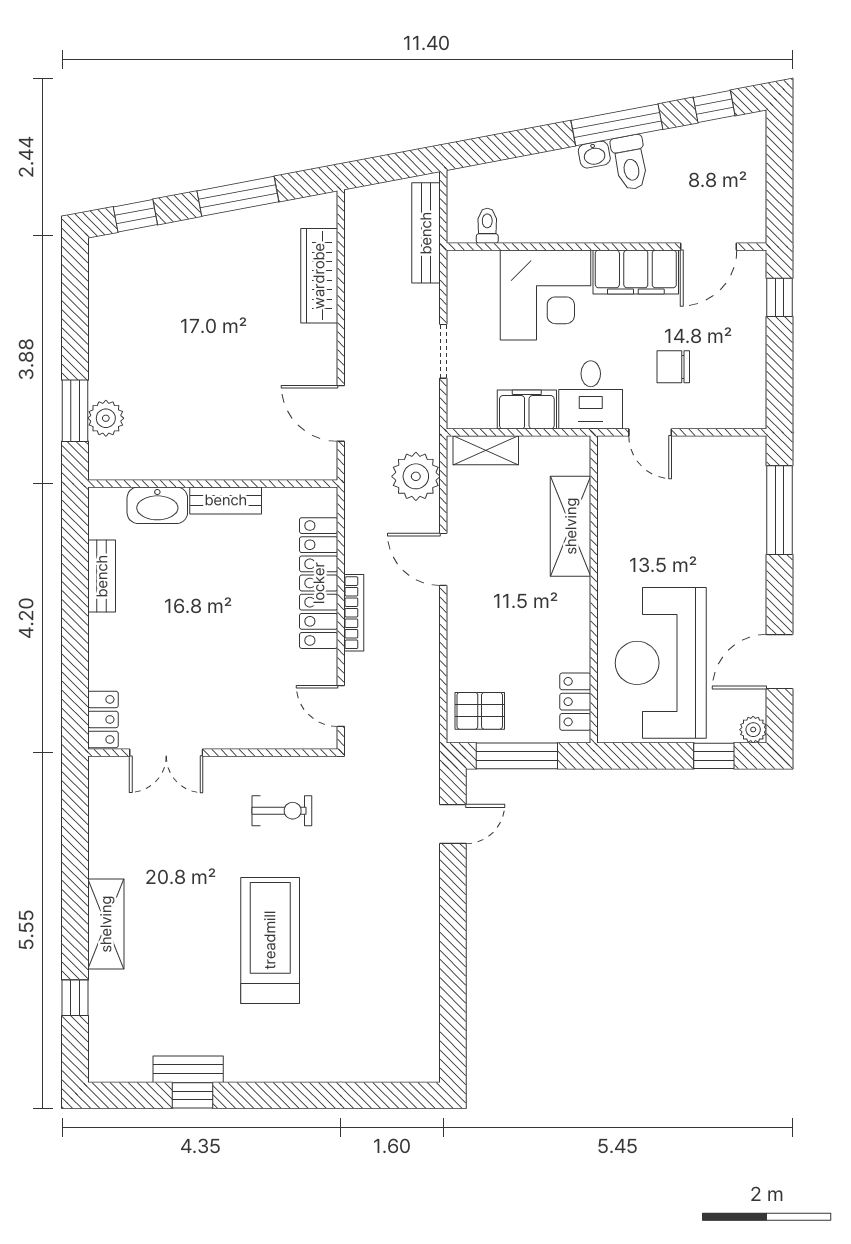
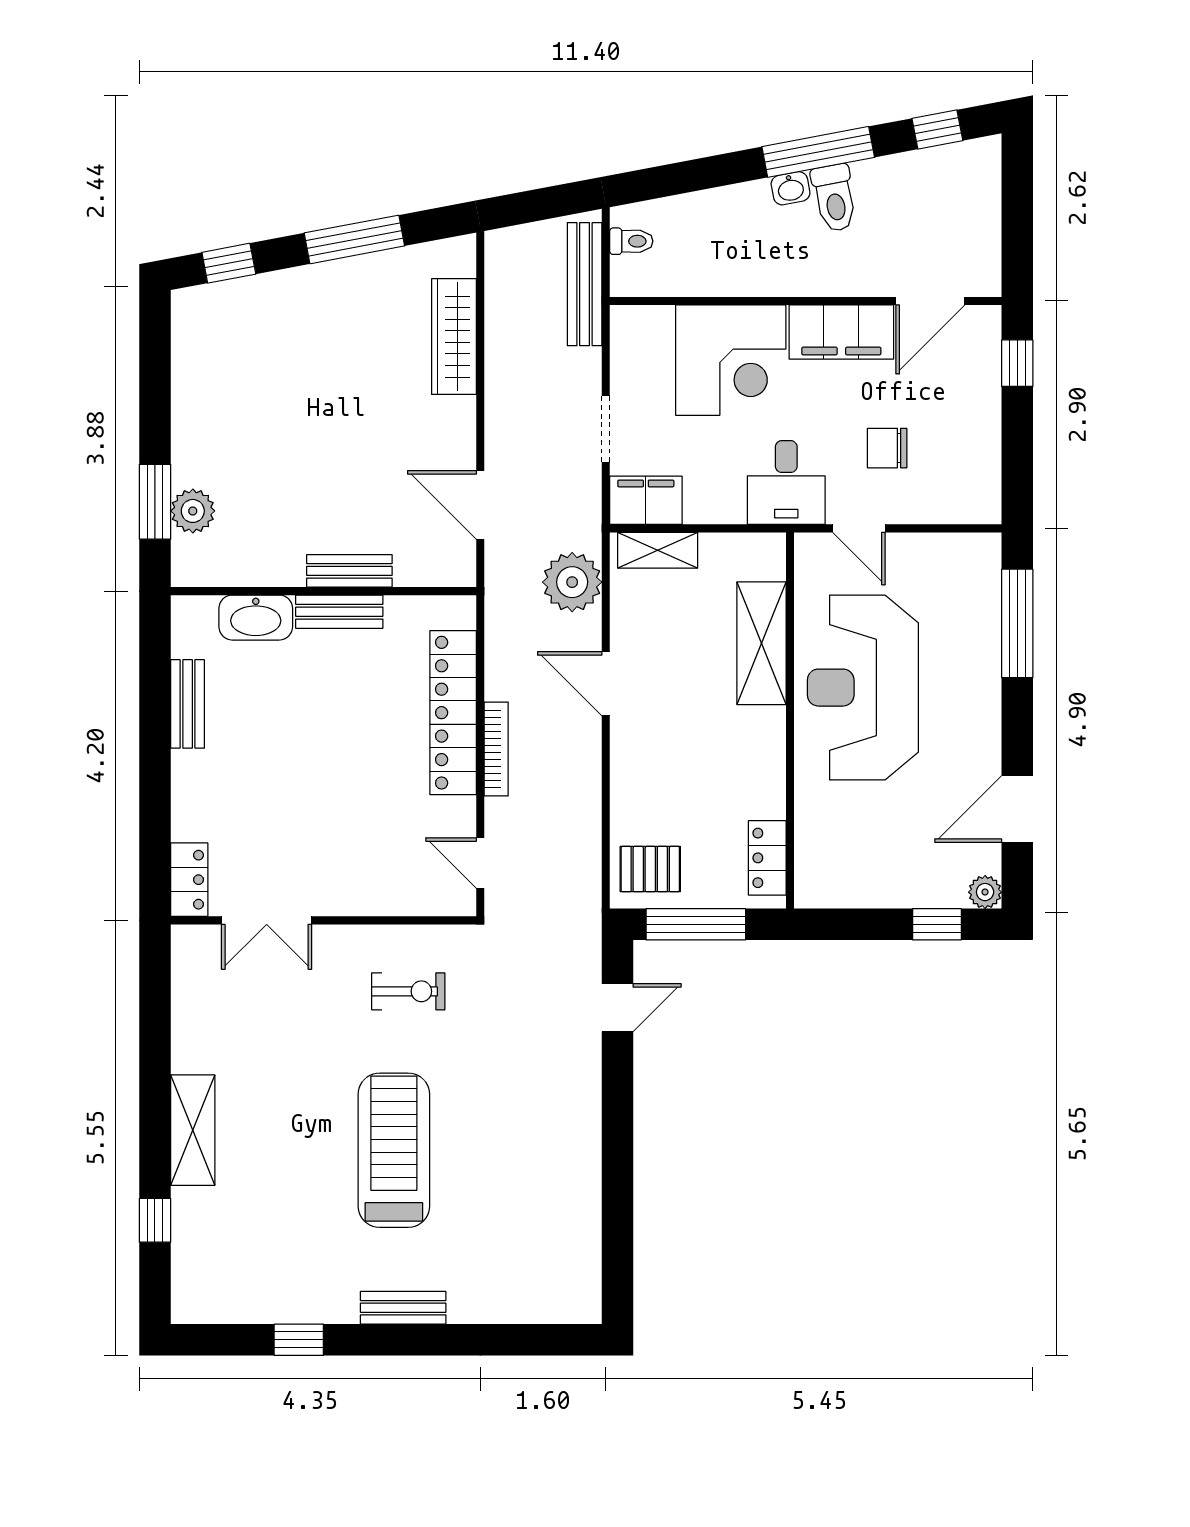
toilet: (487, 226) -> (631, 241), moved, turned 90
filing cabinet: (527, 410) -> (646, 500), moved
bench: (234, 467) -> (349, 571), added
reception desk: (661, 663) -> (863, 688), moved
bench: (188, 1069) -> (403, 1308), moved

